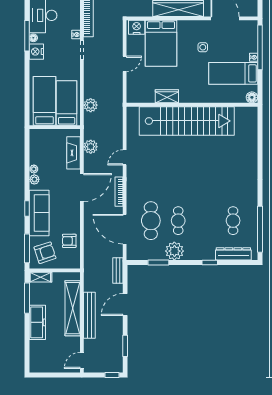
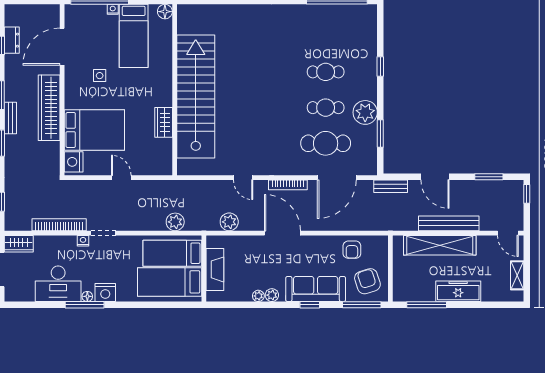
fireplace: (74, 153) -> (215, 269), moved, turned -90
cafe table: (233, 221) -> (326, 72), moved
dresser: (233, 254) -> (369, 36), removed
shelving: (40, 277) -> (517, 275), moved

